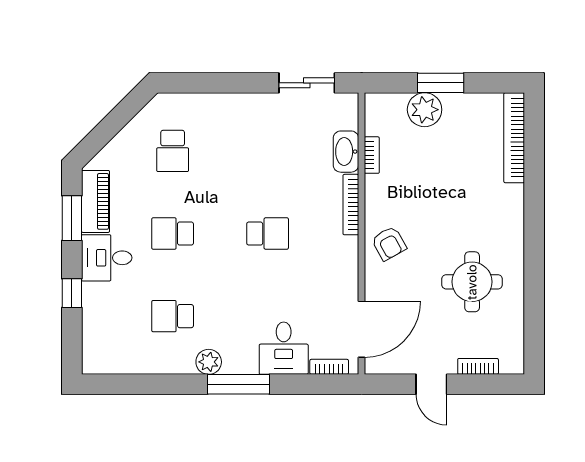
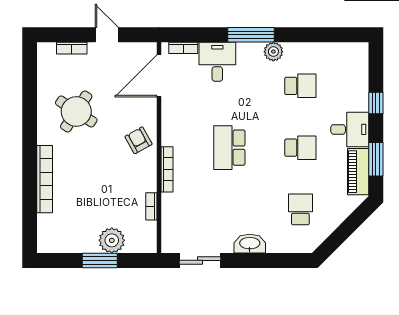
bookcase: (514, 138) -> (45, 179), moved
washbasin: (346, 152) -> (250, 244), moved, turned -90
school desk: (268, 234) -> (229, 148), width x1.85
round table: (472, 282) -> (76, 111), turned 33

